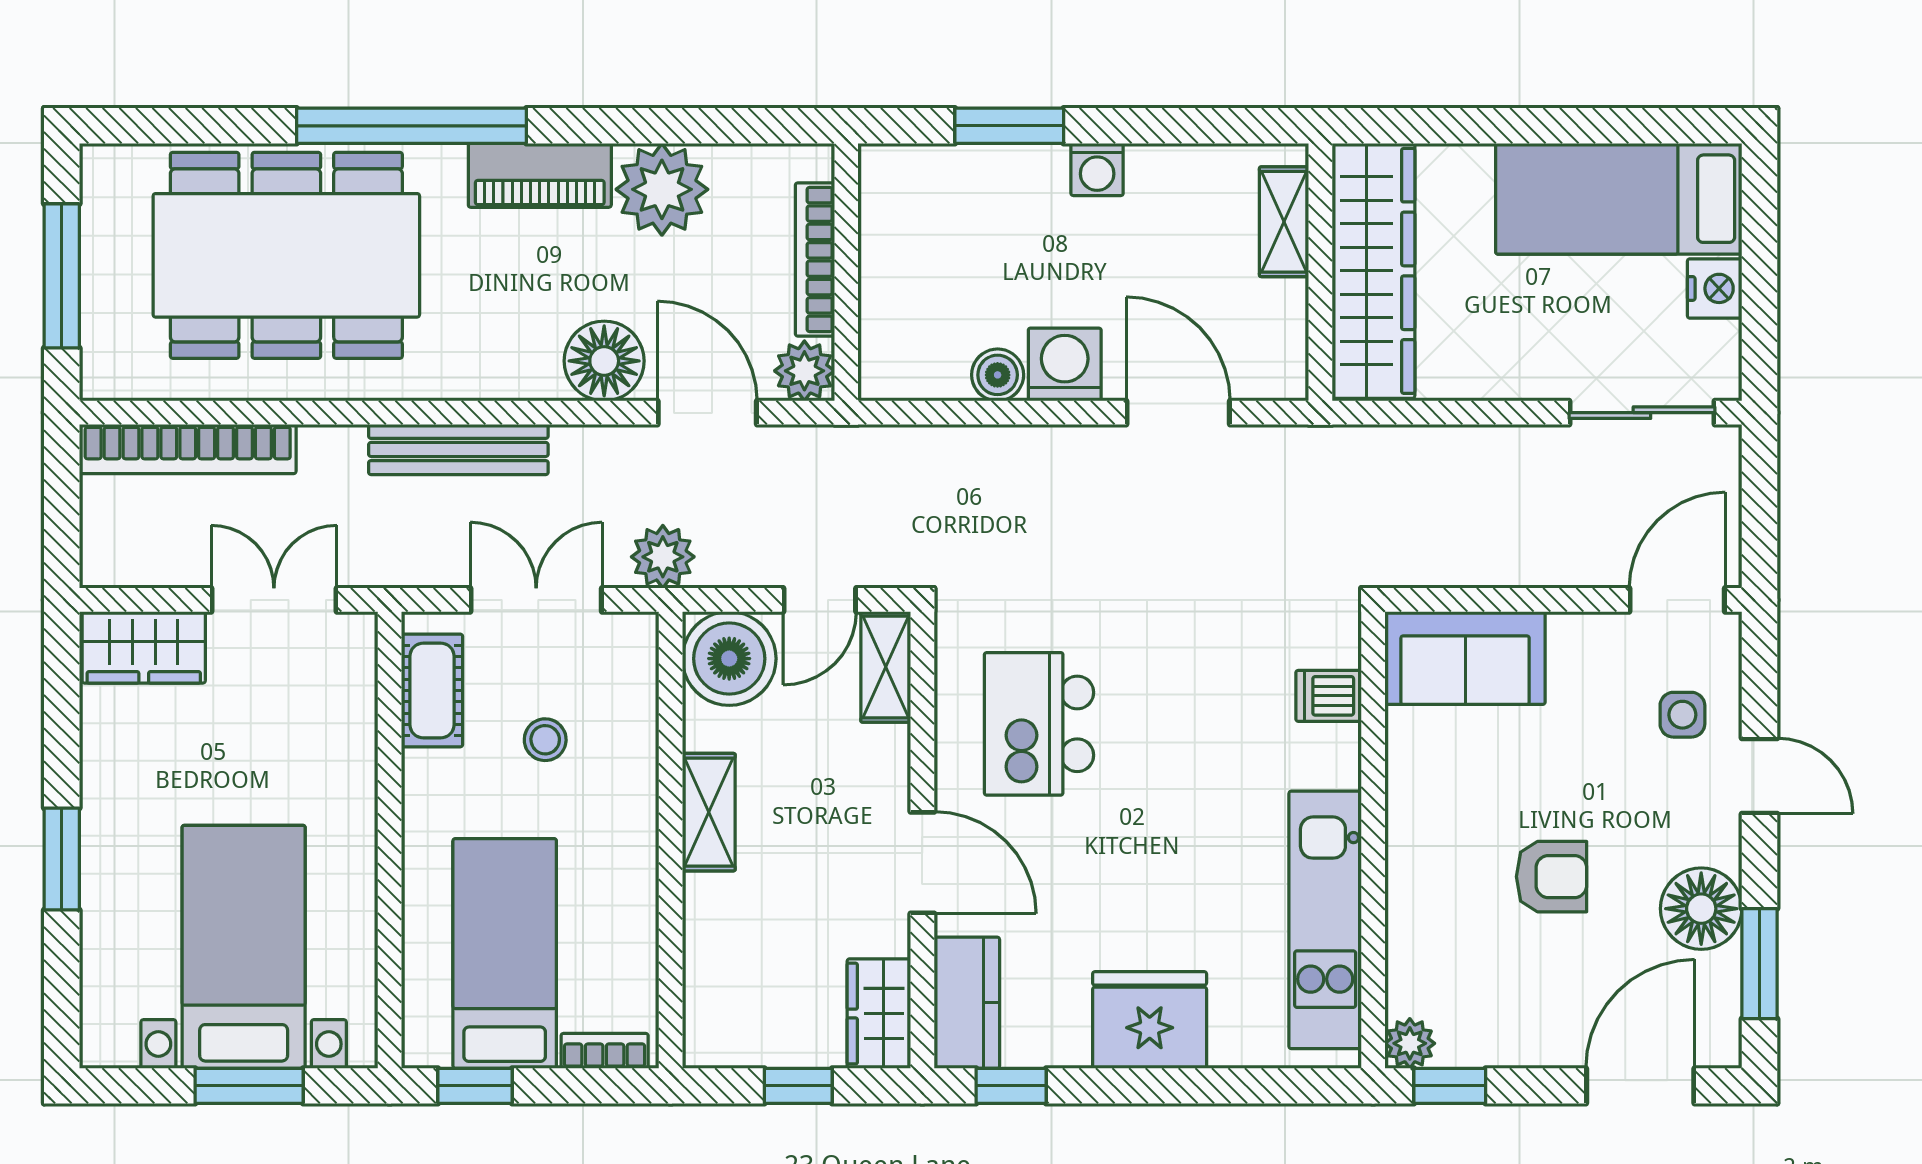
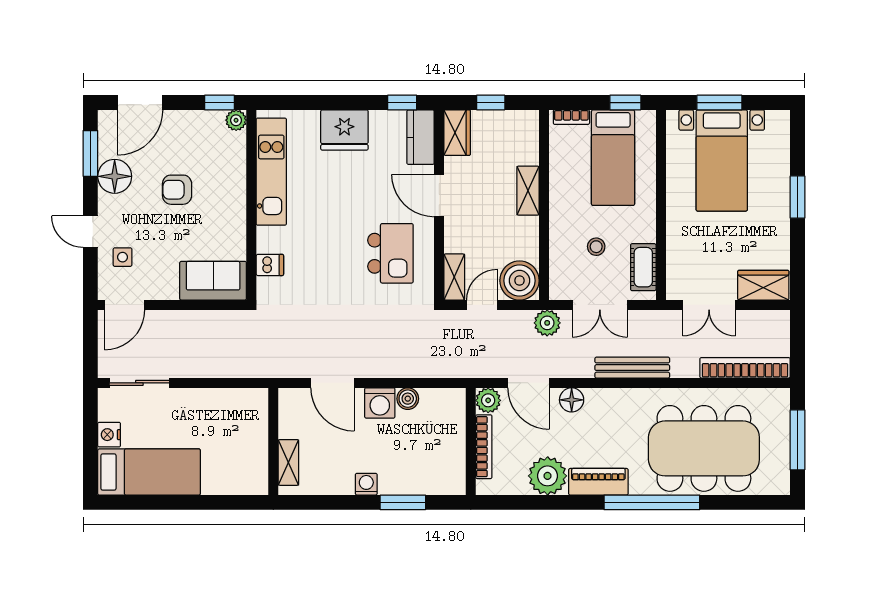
wardrobe: (1373, 271) -> (251, 442), removed
floor lamp: (604, 361) -> (572, 400), width x0.73, depth x0.73
shelving: (709, 812) -> (528, 191), moved

